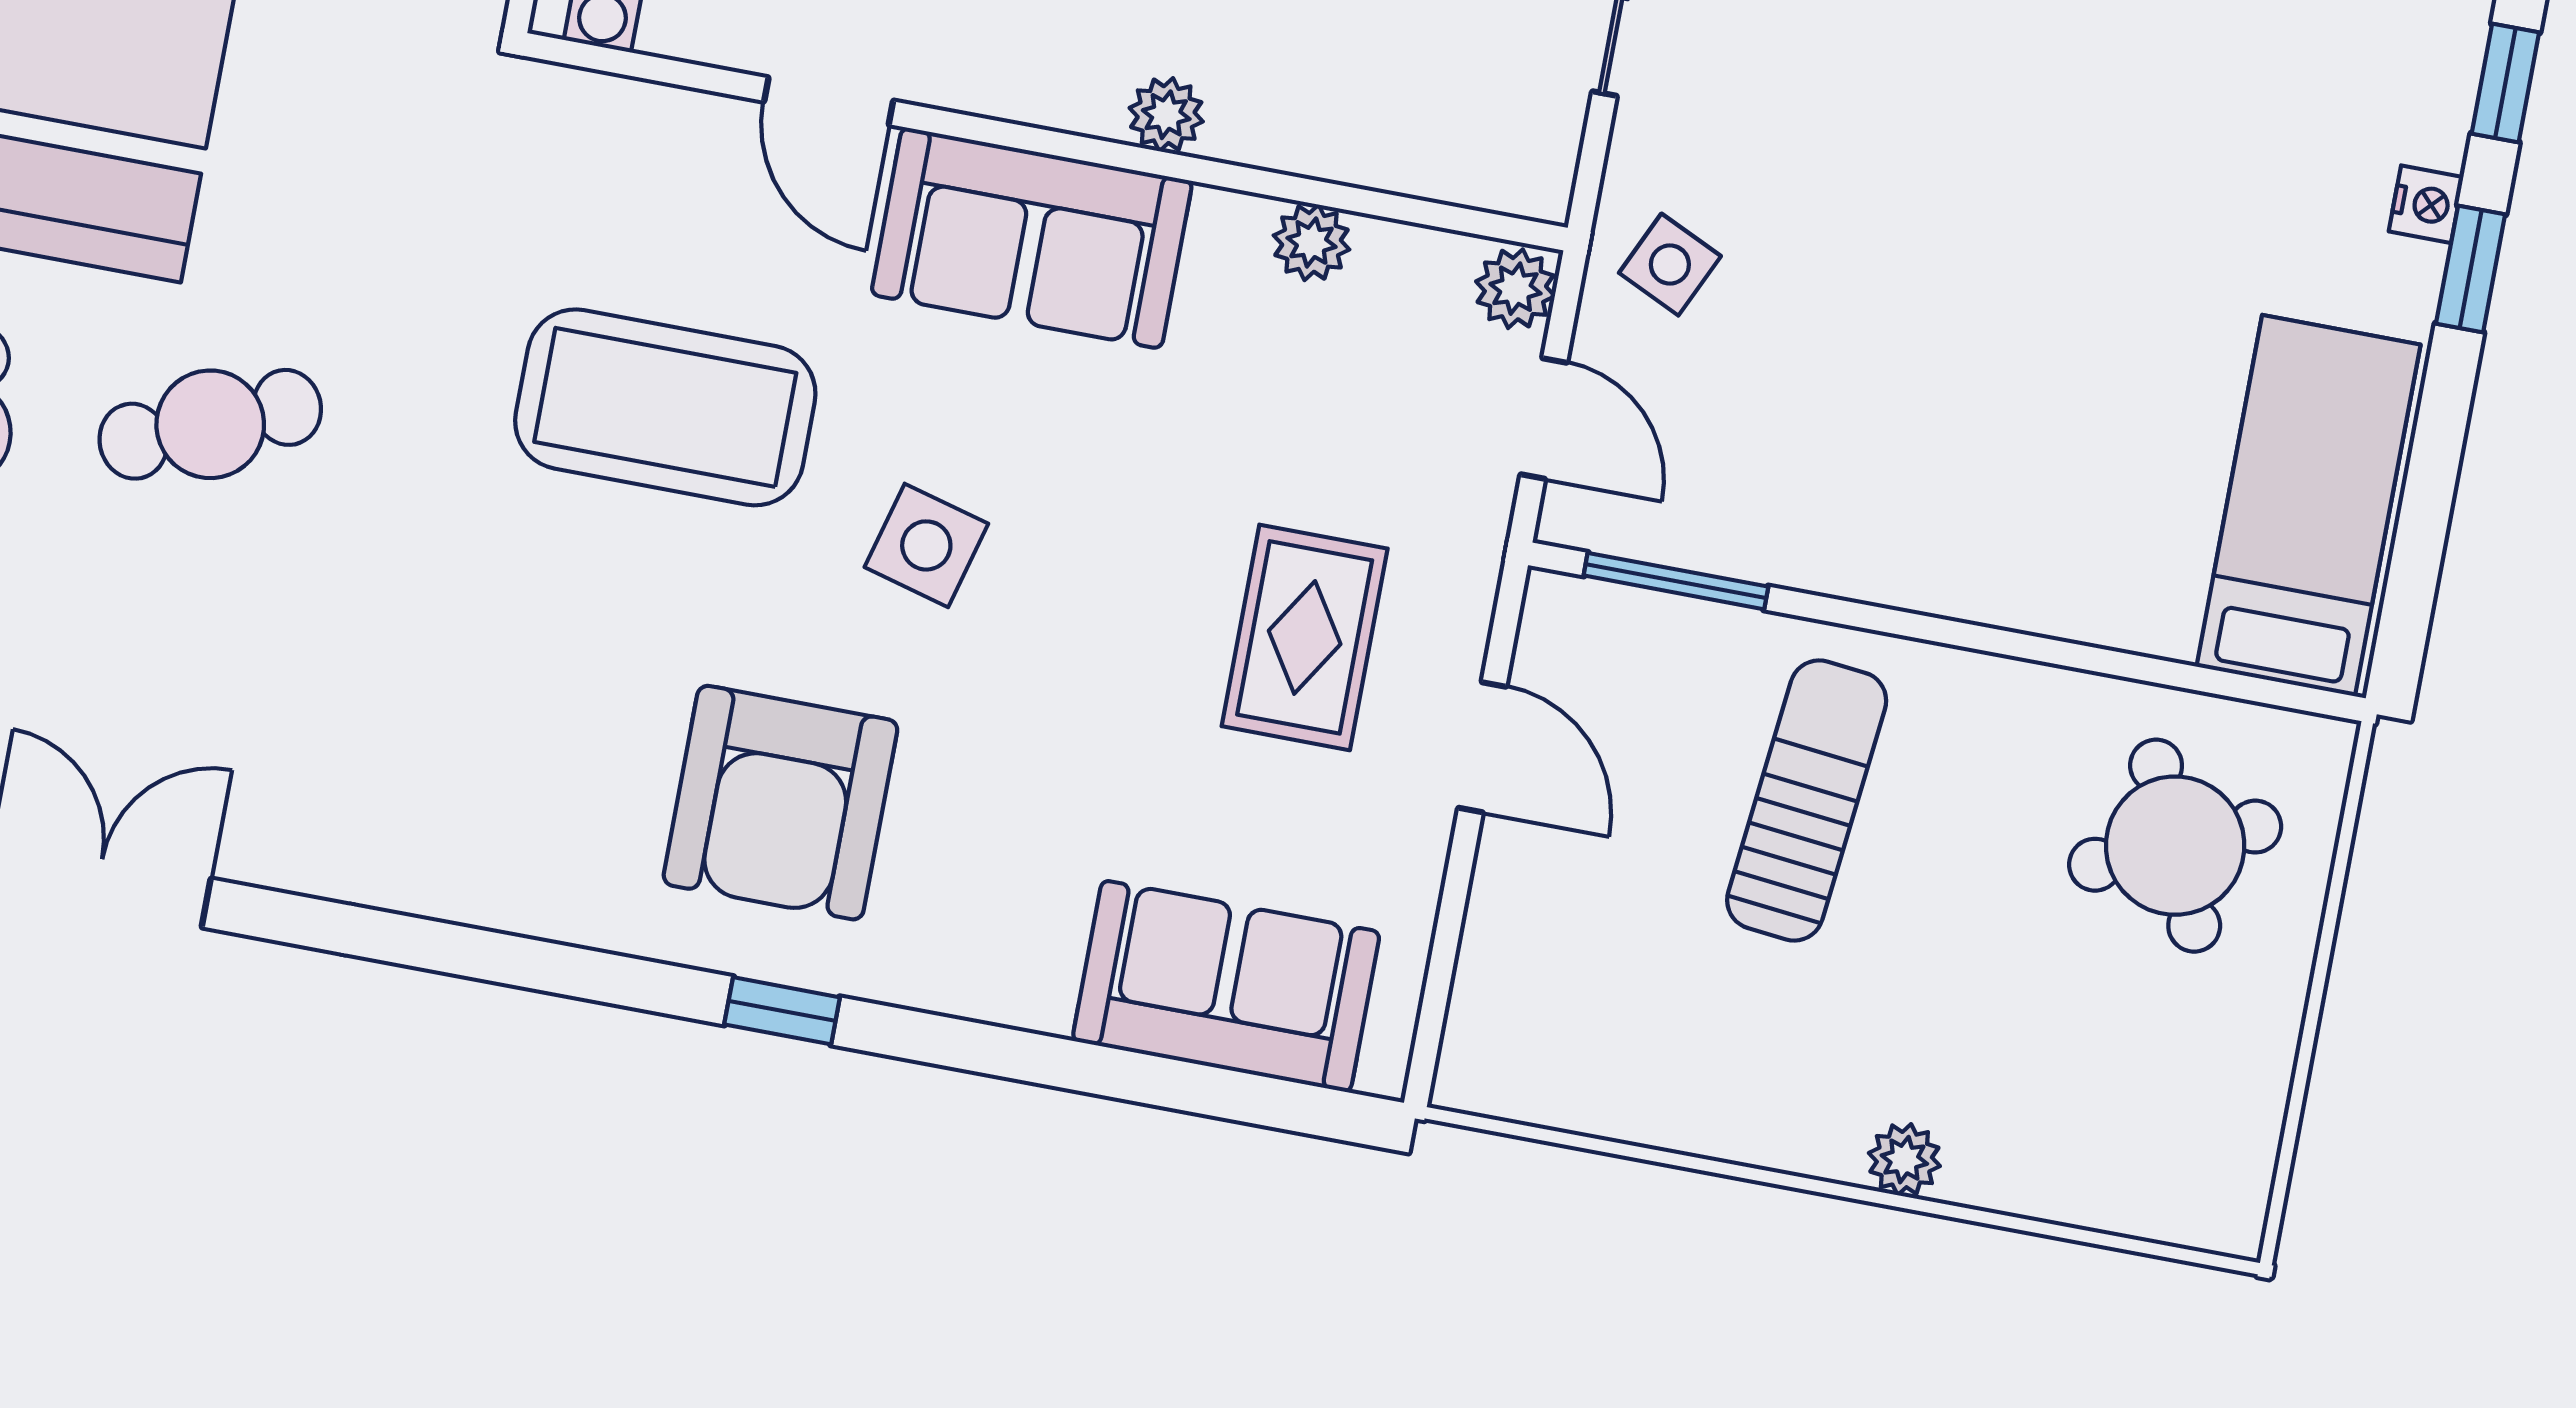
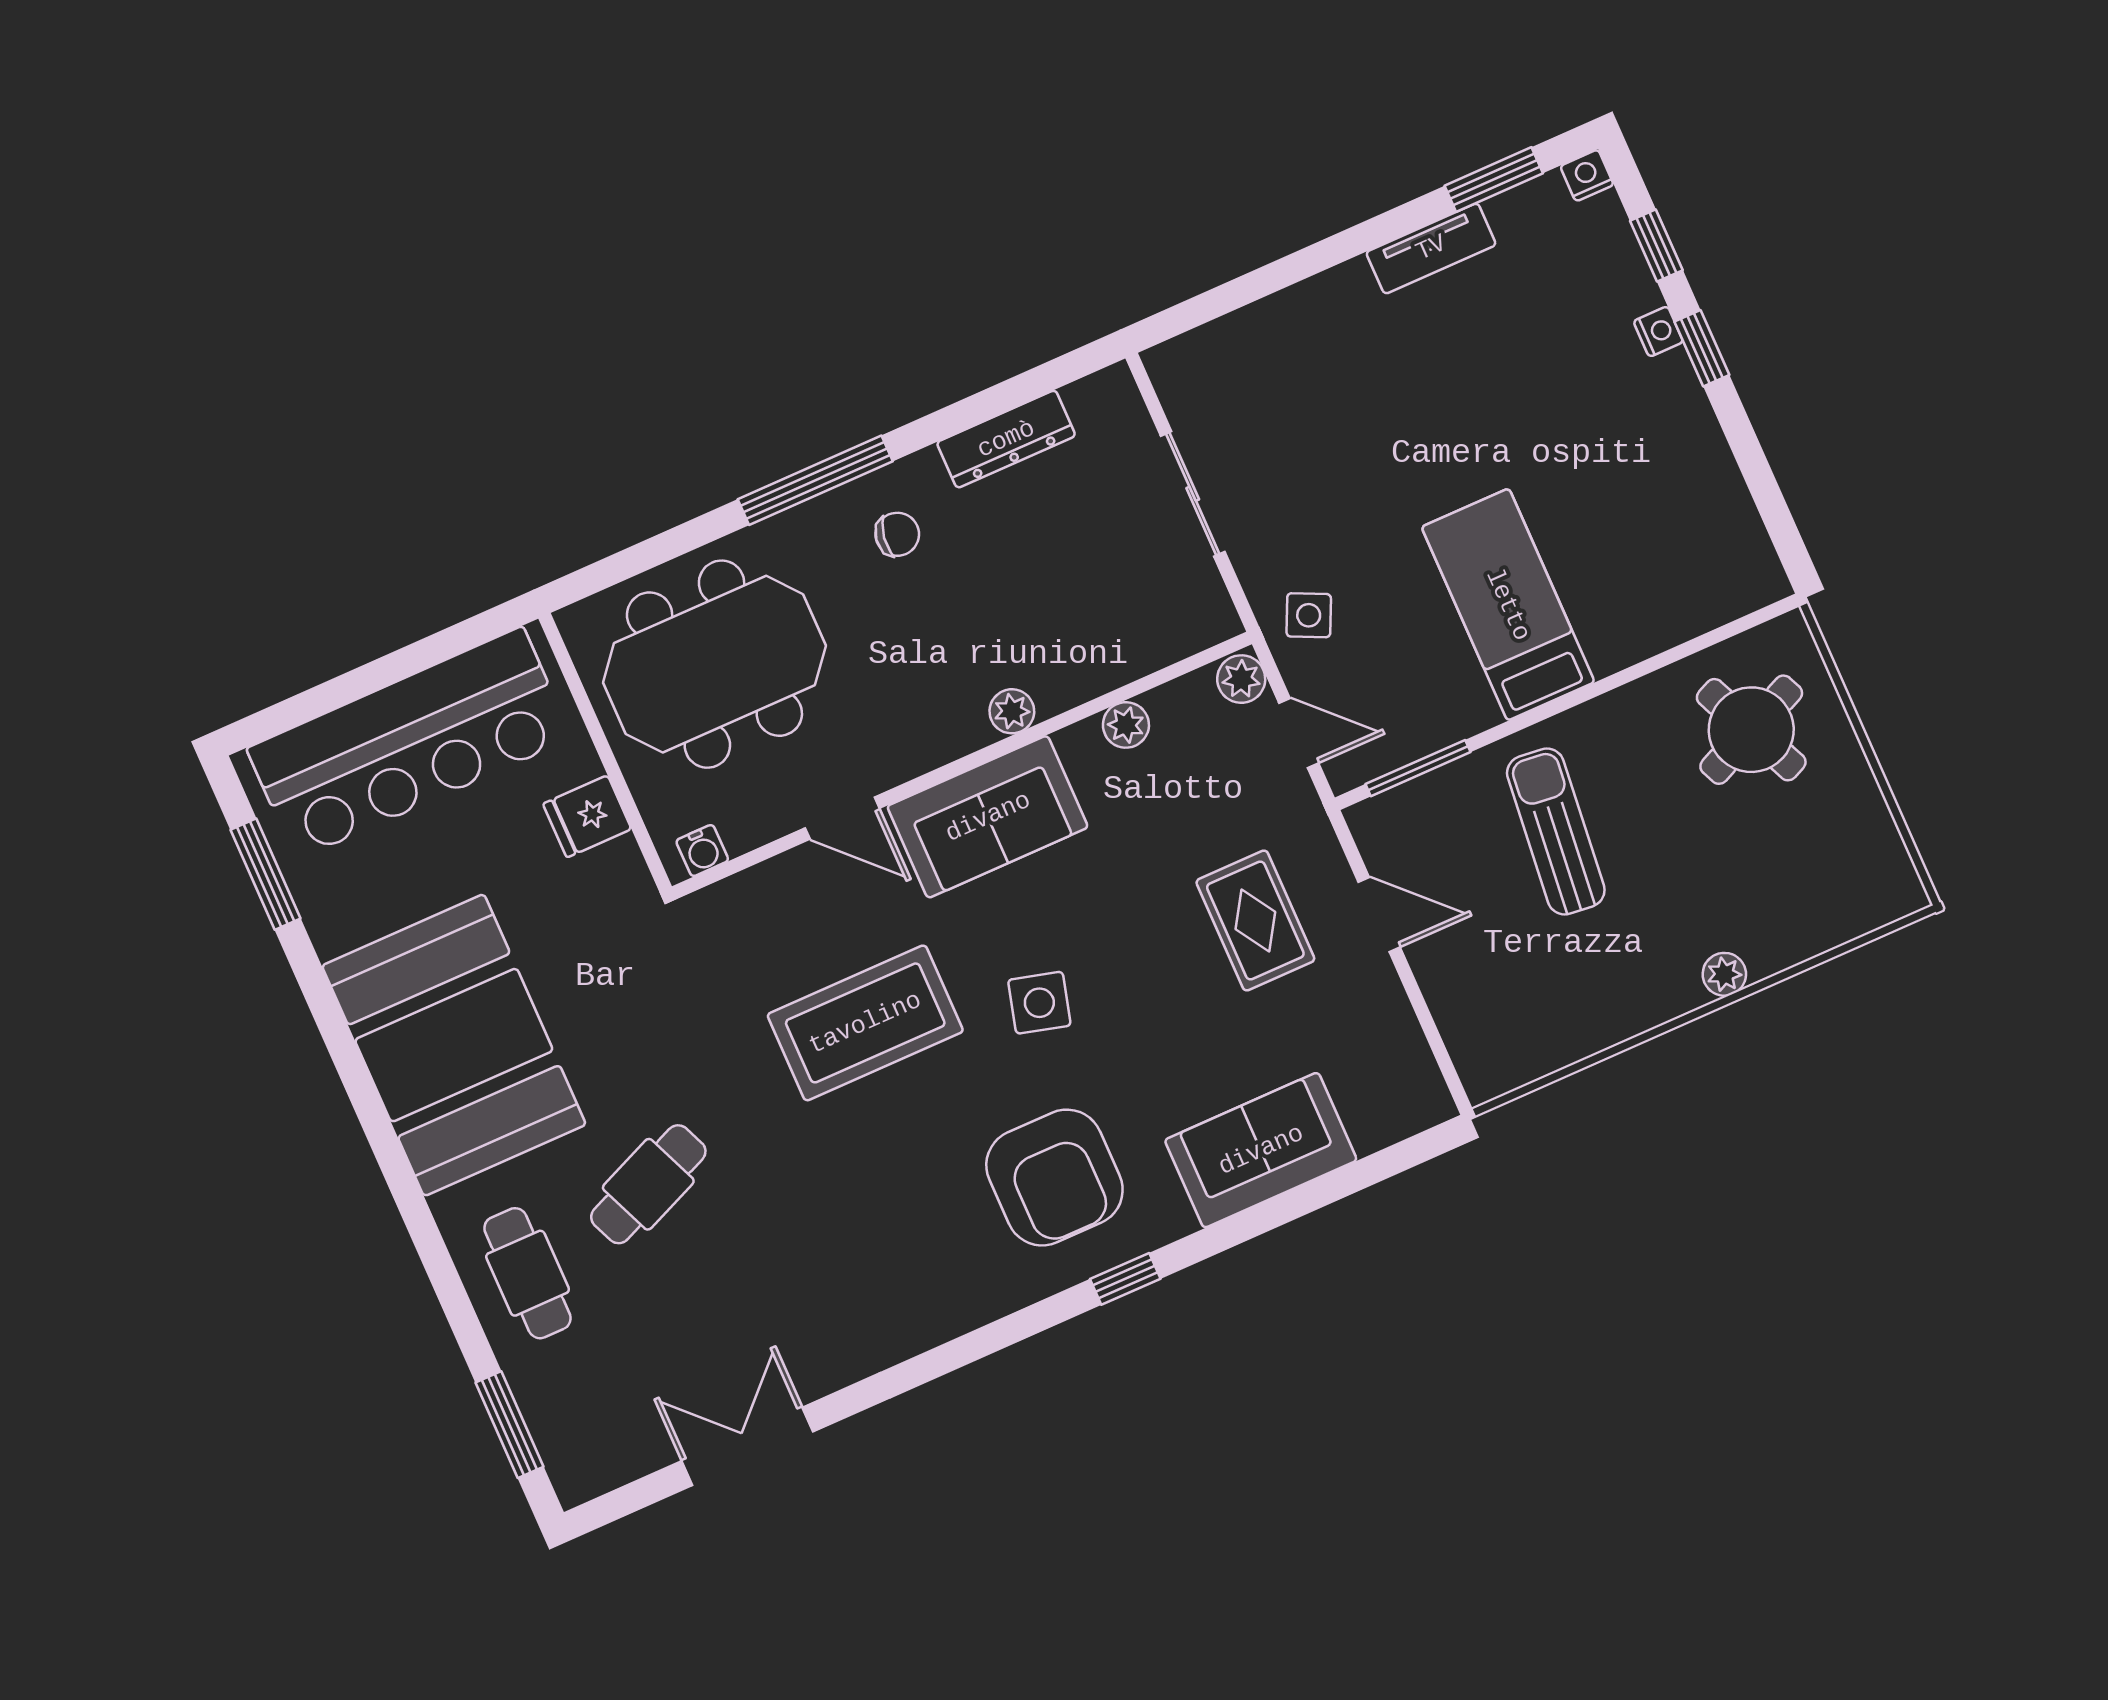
bed: (2309, 506) -> (1508, 605), moved
sofa: (1226, 986) -> (1261, 1150), moved

